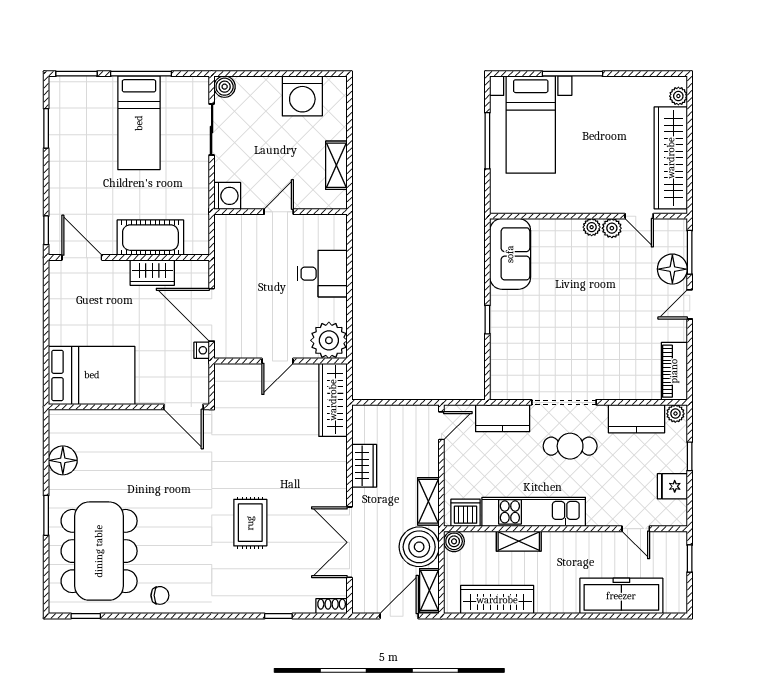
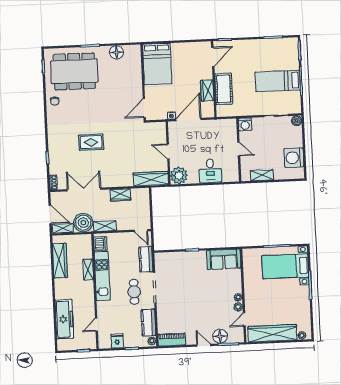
boiler: (454, 541) -> (87, 239), removed

